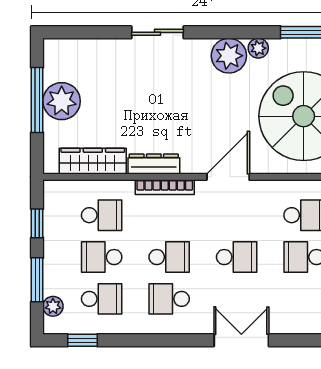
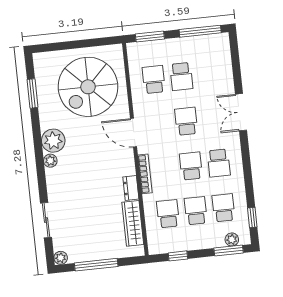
sliding door: (158, 32) -> (46, 220), moved
plant: (258, 48) -> (50, 161), moved
plant: (62, 101) -> (61, 258), moved, width x0.53, depth x0.53
dresser: (154, 164) -> (131, 188), width x0.70
school desk: (102, 257) -> (196, 211), turned 180
window: (37, 280) -> (229, 251), moved

